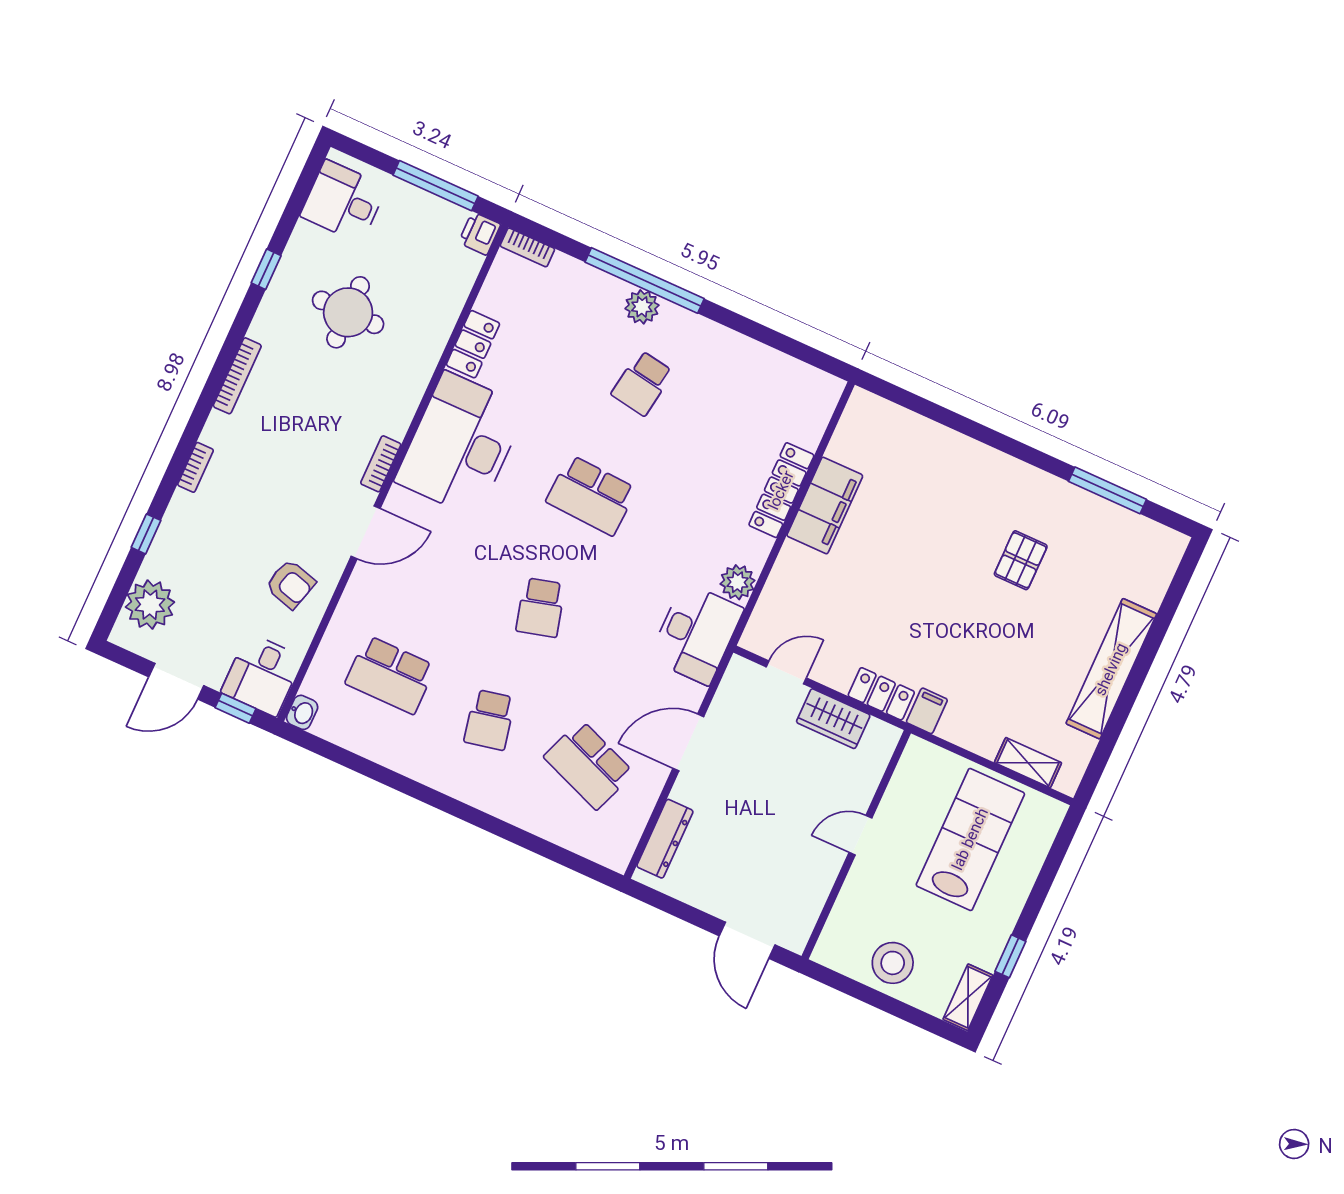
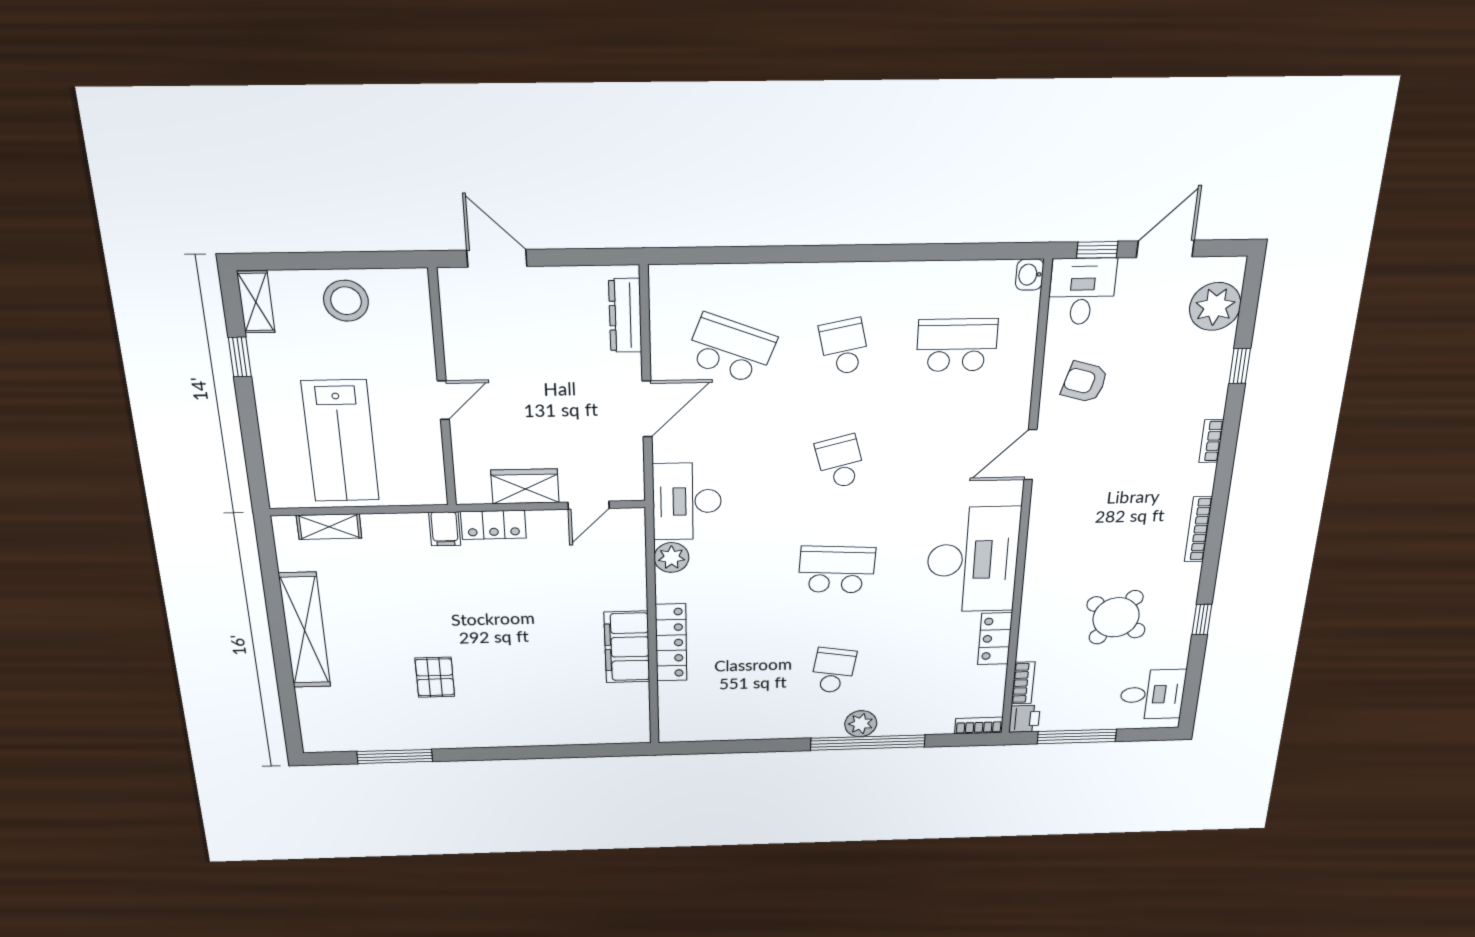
round table: (348, 312) -> (1116, 617), turned 36
bookcase: (381, 464) -> (1023, 683), moved

